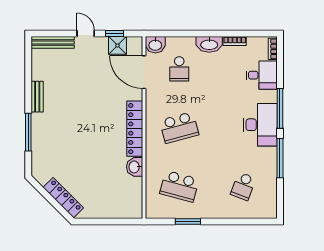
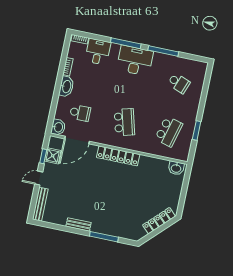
washbasin: (135, 167) -> (176, 168), moved

